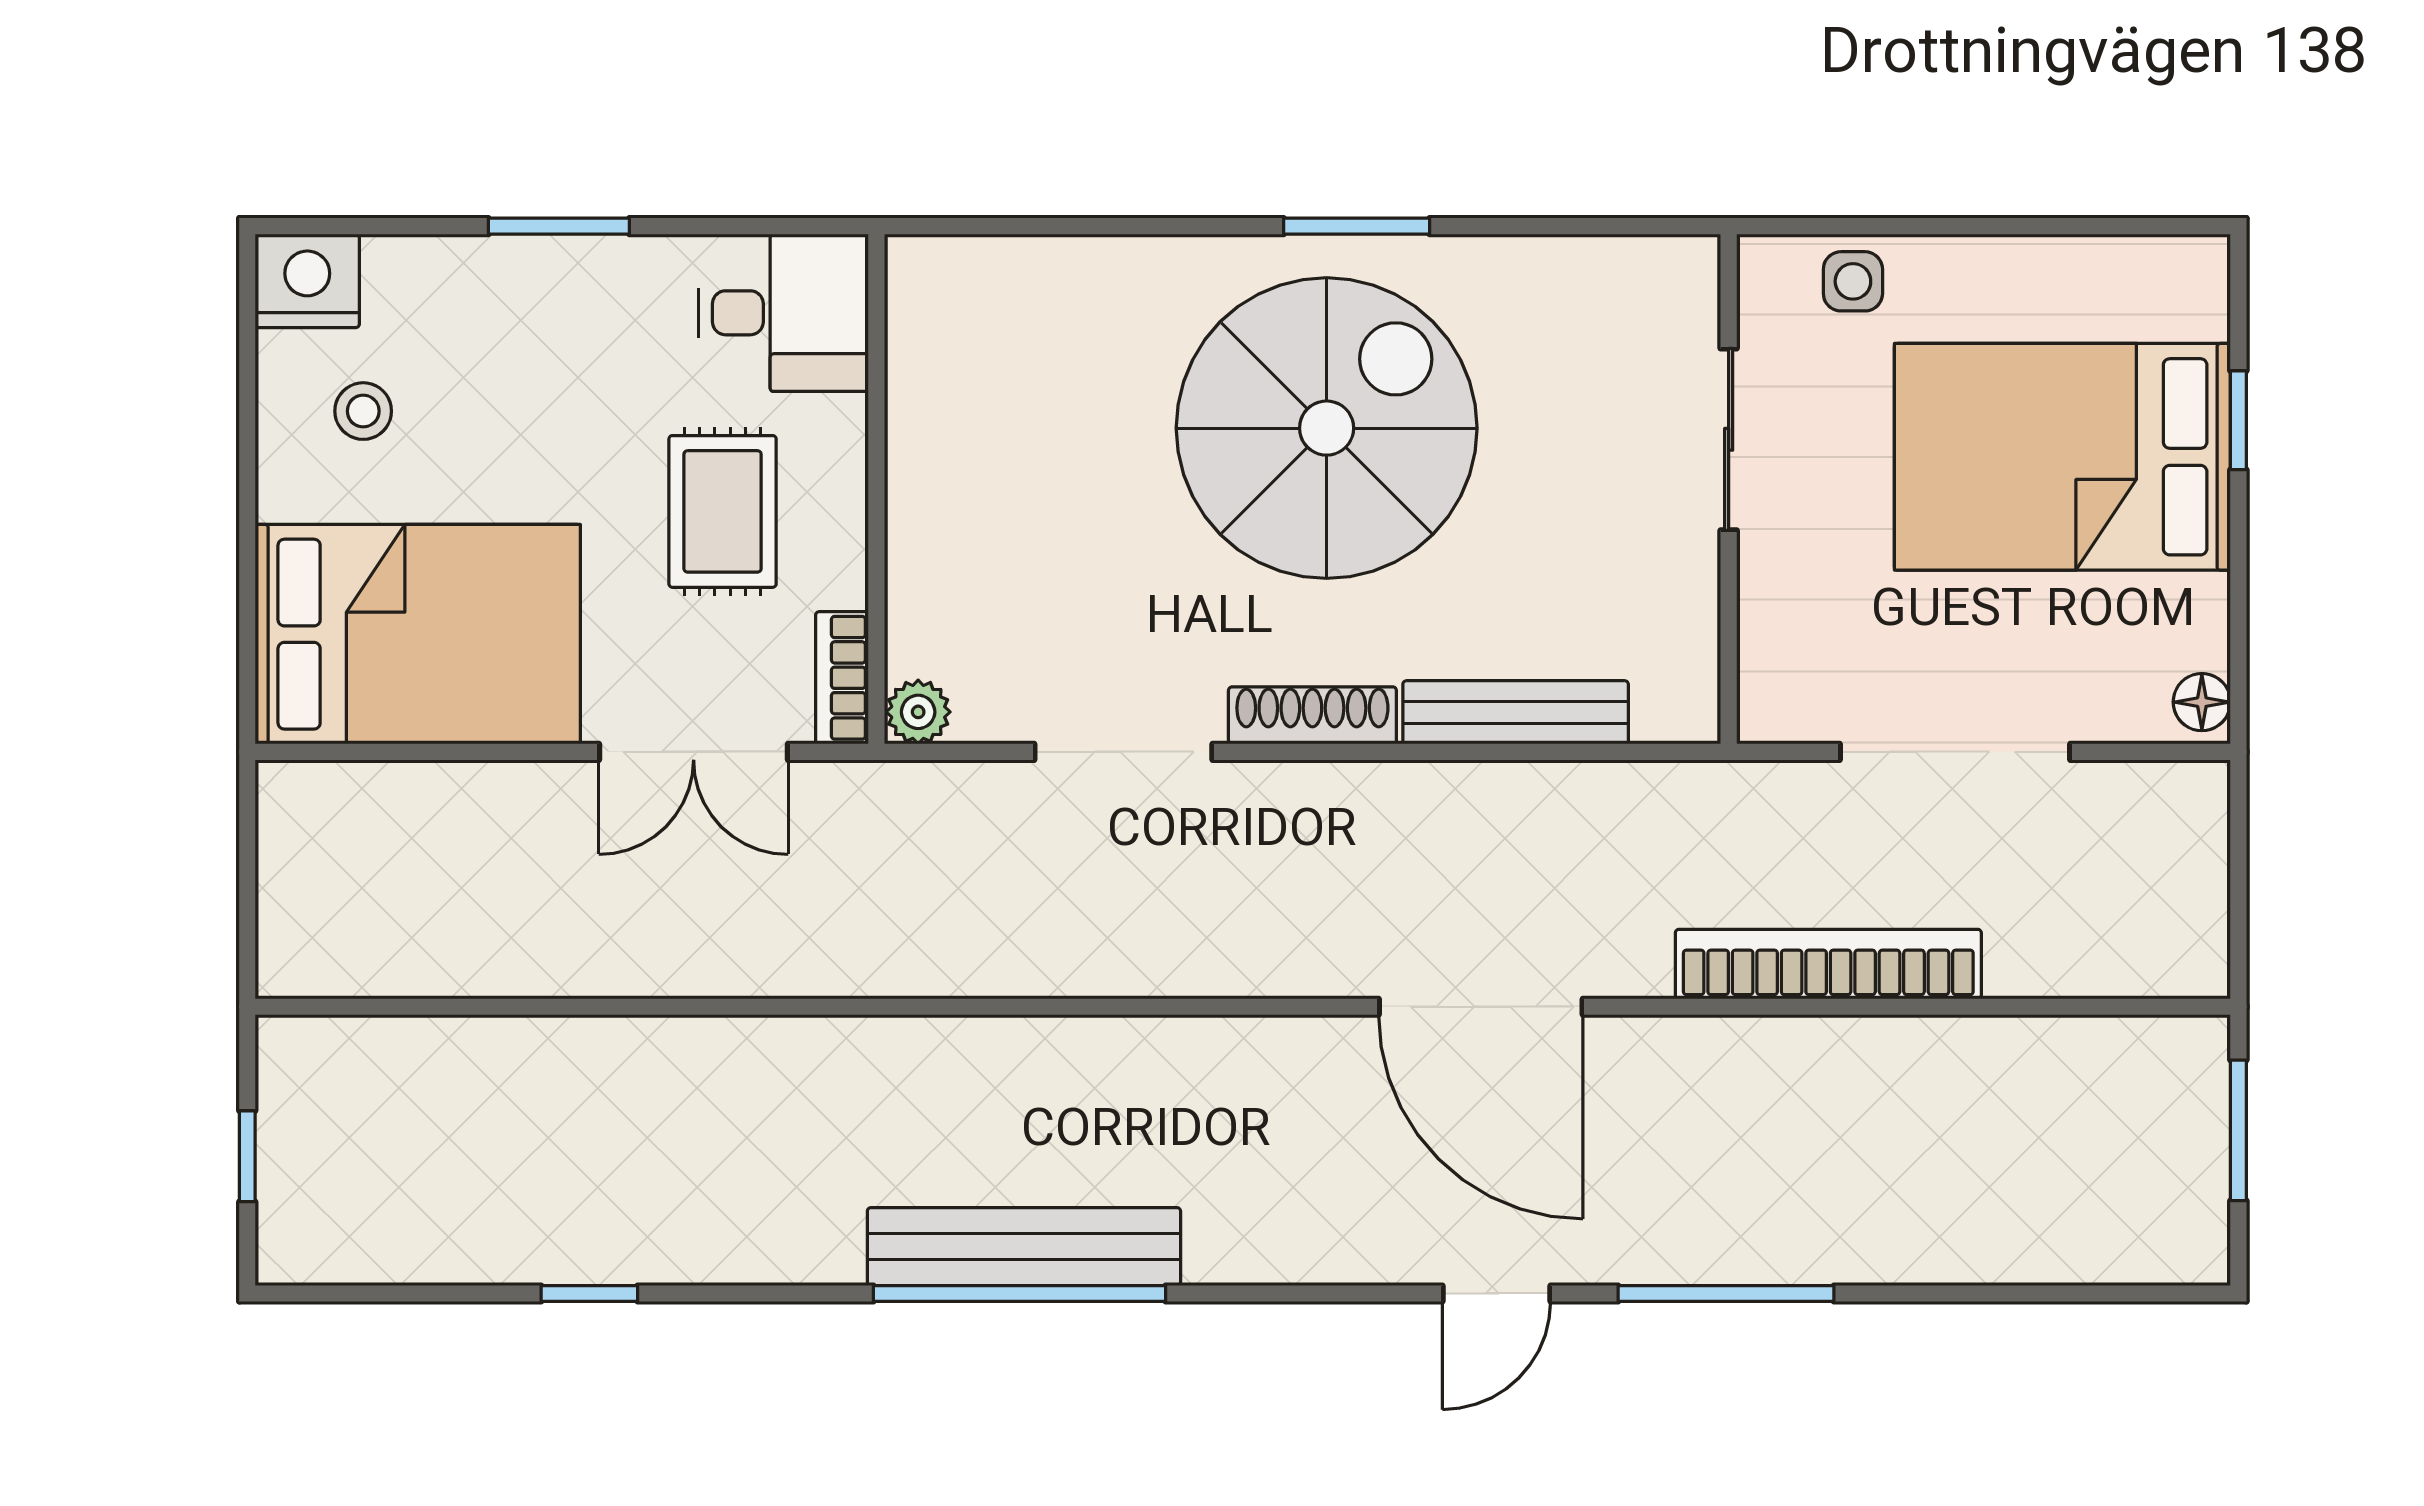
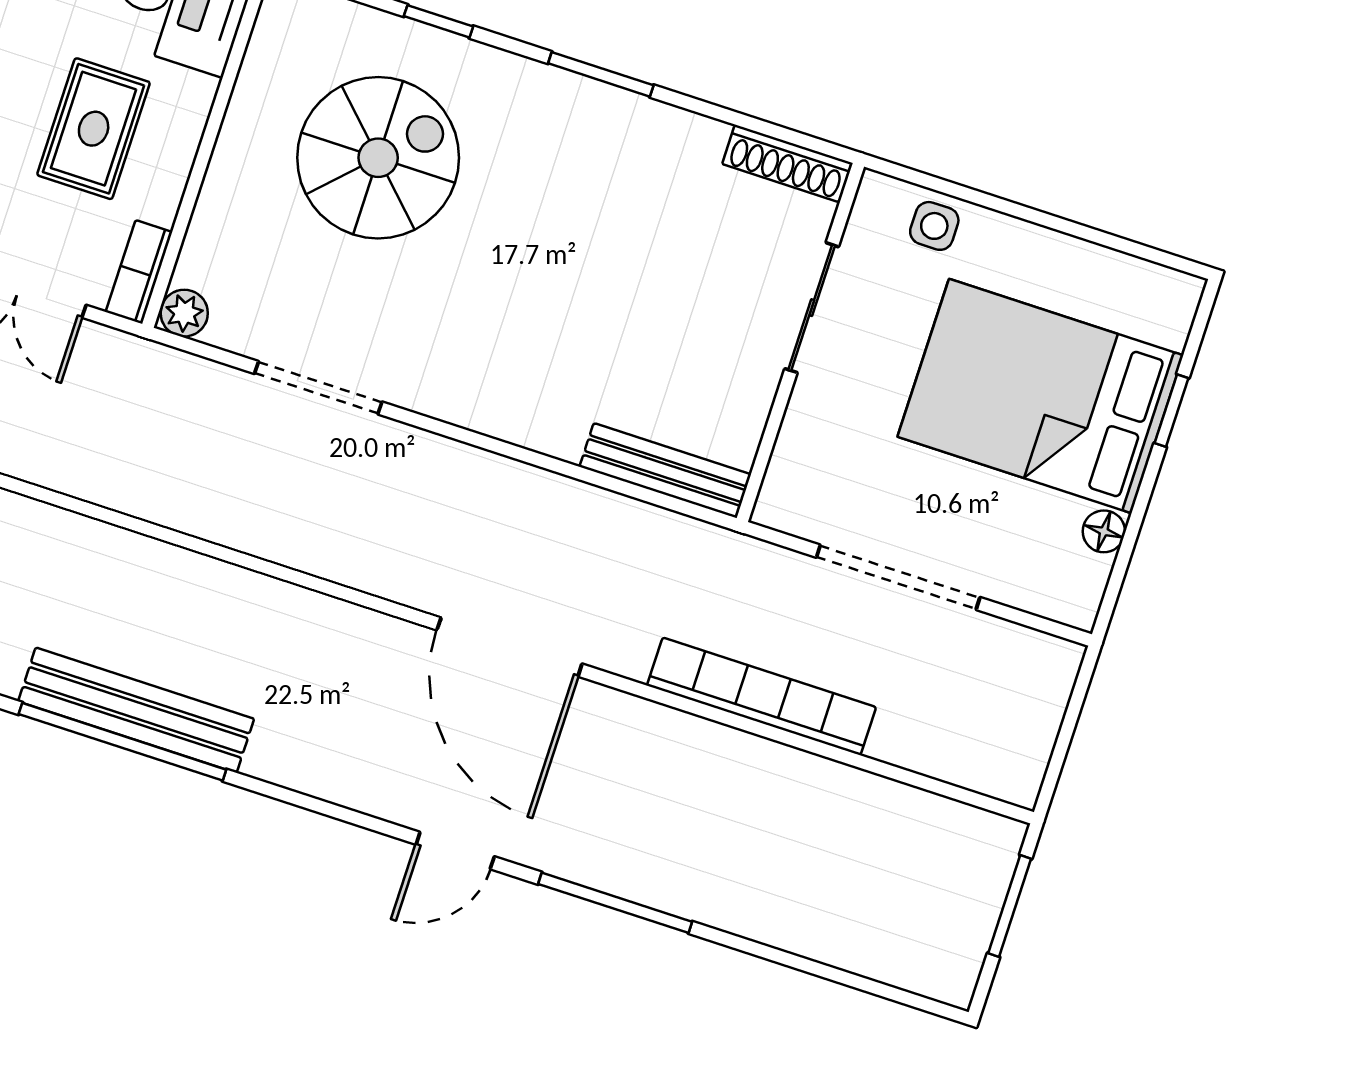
window: (1124, 226) -> (439, 21), added
spiral stairs: (1327, 428) -> (378, 158), moved, width x0.73, depth x0.73
floor lamp: (2202, 702) -> (1104, 531), moved
bench: (1516, 712) -> (665, 471), moved
shoe rack: (1312, 715) -> (787, 163), moved, turned 180

